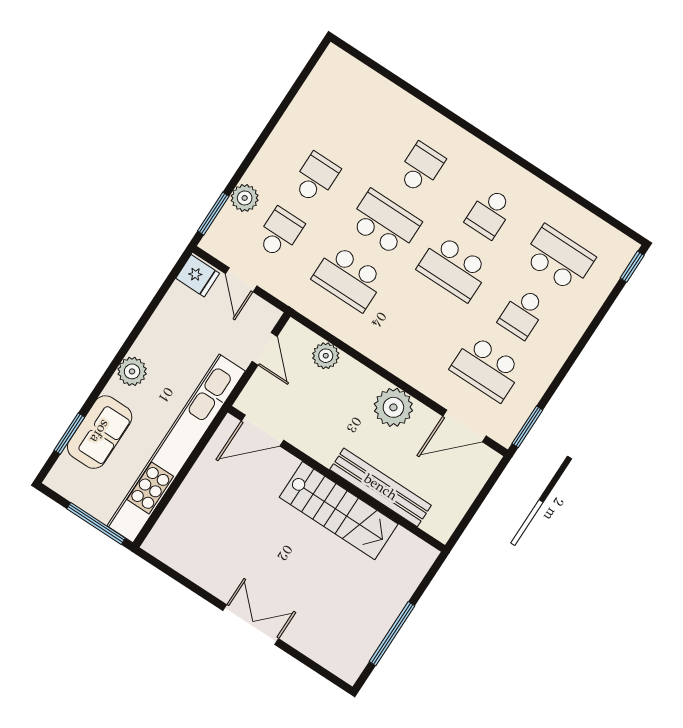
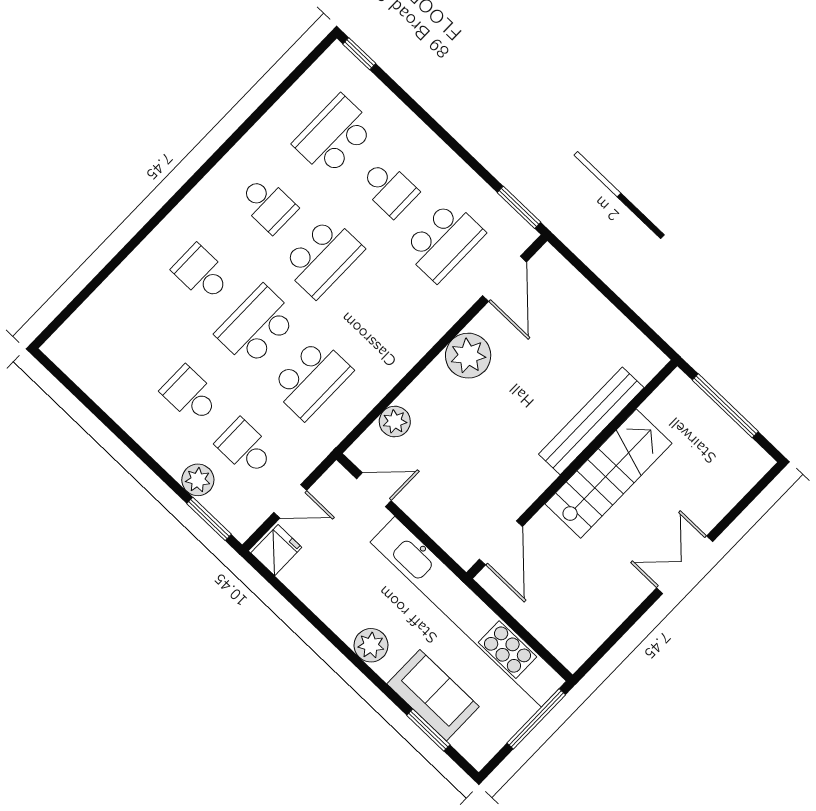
door: (263, 430) -> (501, 543), moved
wall: (336, 479) -> (572, 469), moved
bench: (381, 487) -> (591, 421), moved
stairs: (339, 511) -> (608, 474), moved

